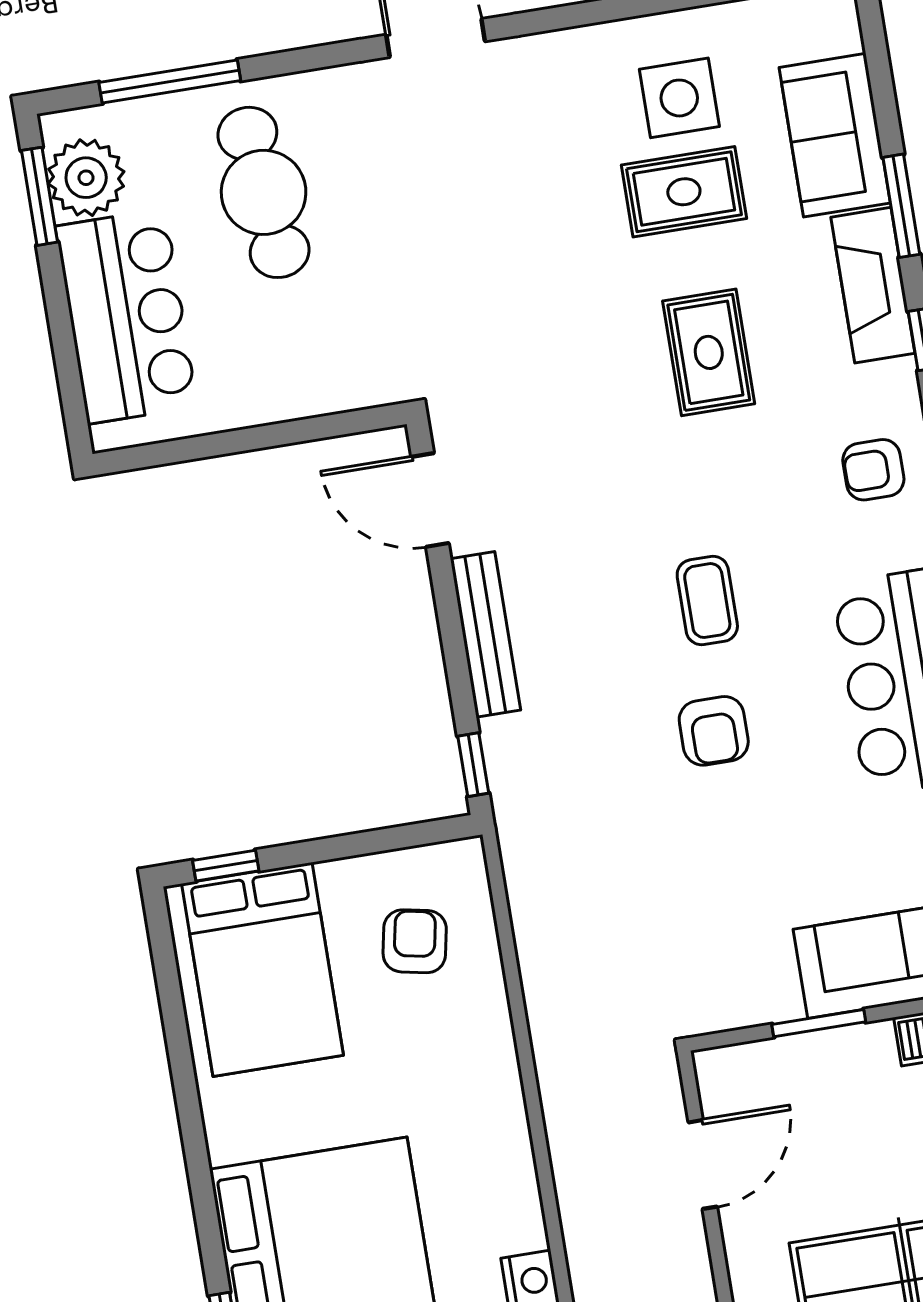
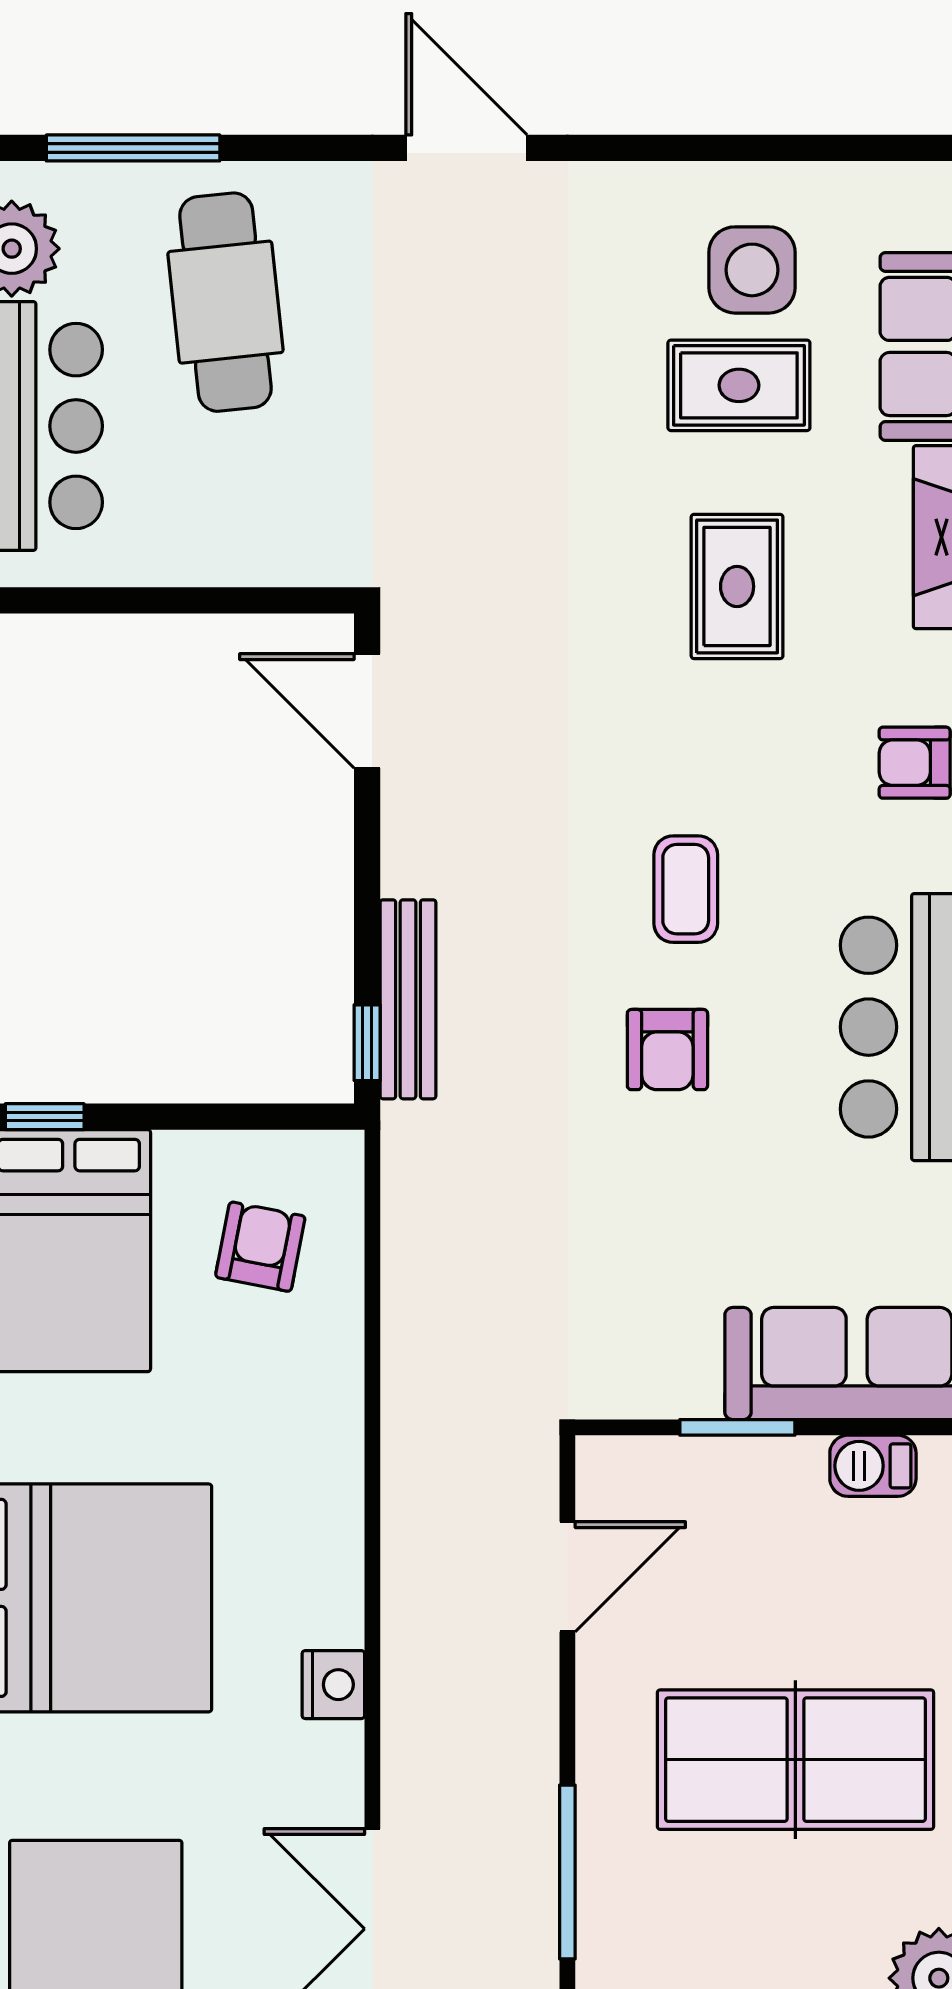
bench: (485, 634) -> (408, 999), moved

